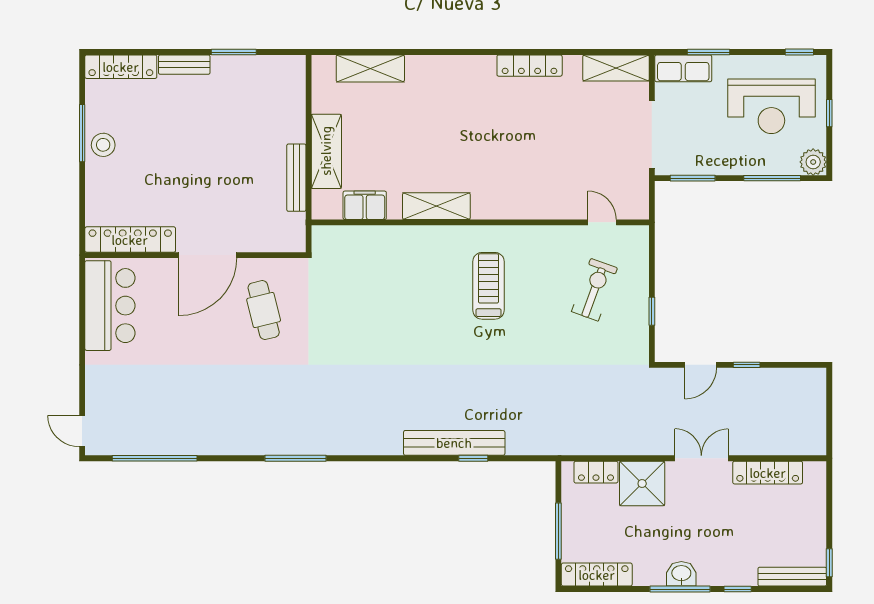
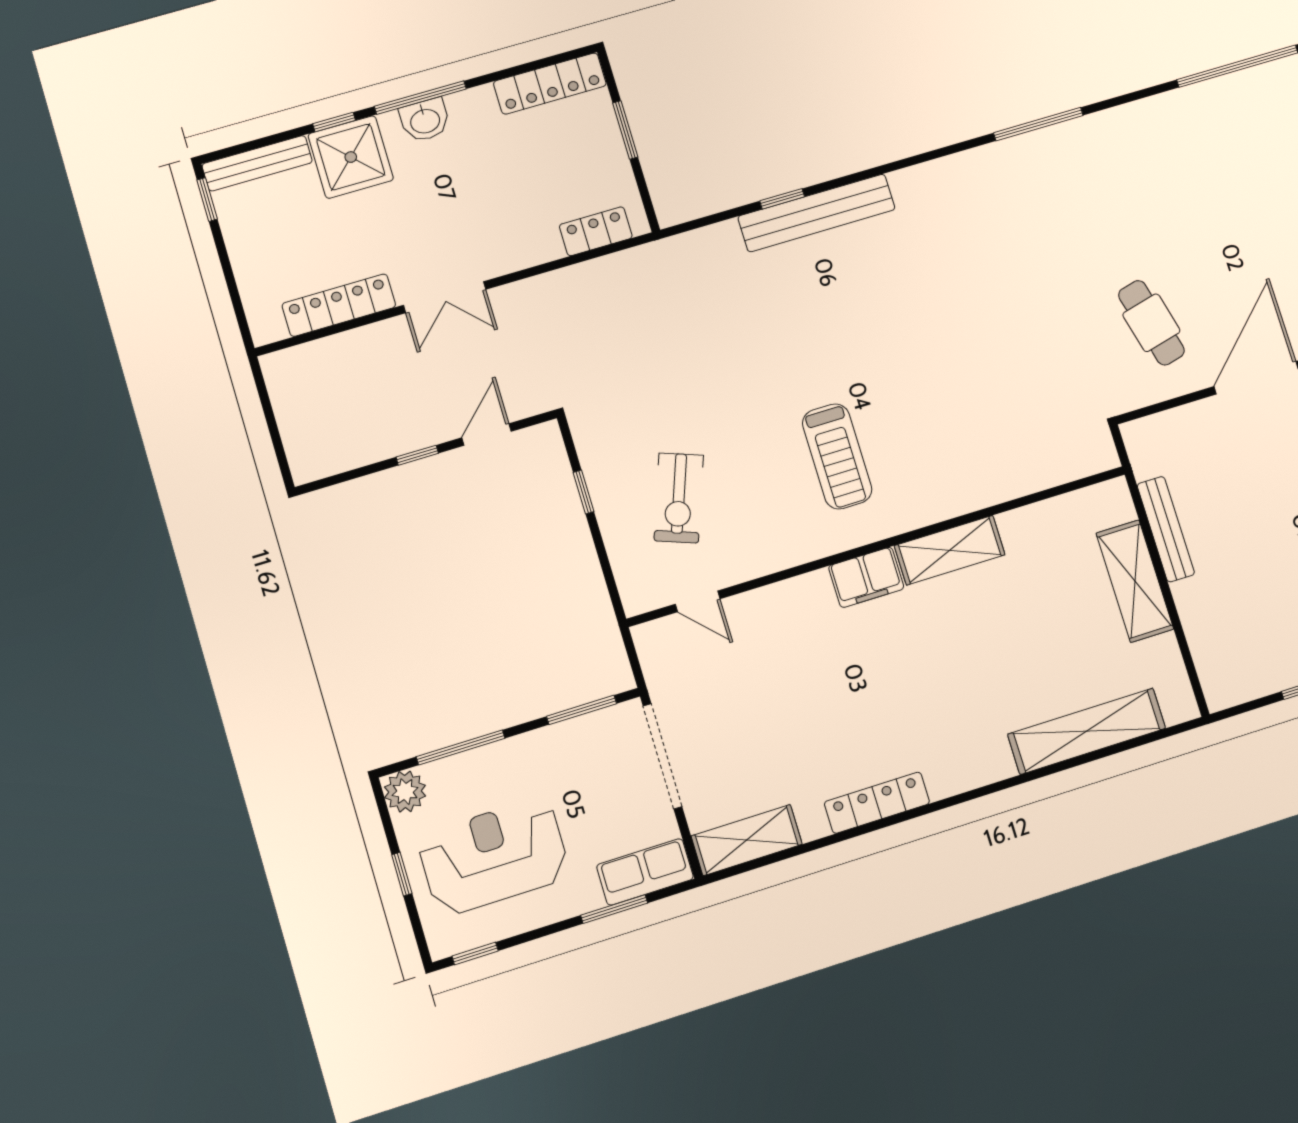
shelving: (370, 68) -> (1087, 731), width x1.47
filing cabinet: (365, 205) -> (866, 577), moved
shower: (642, 484) -> (351, 157), moved
window: (558, 531) -> (625, 130), width x0.69

